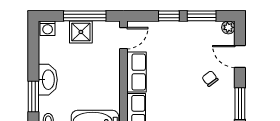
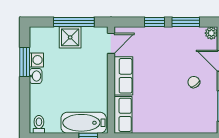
washing machine: (48, 28) -> (36, 60), moved, turned -90
washbasin: (48, 80) -> (36, 76), width x0.52, depth x0.69
window: (33, 97) -> (25, 62), moved

